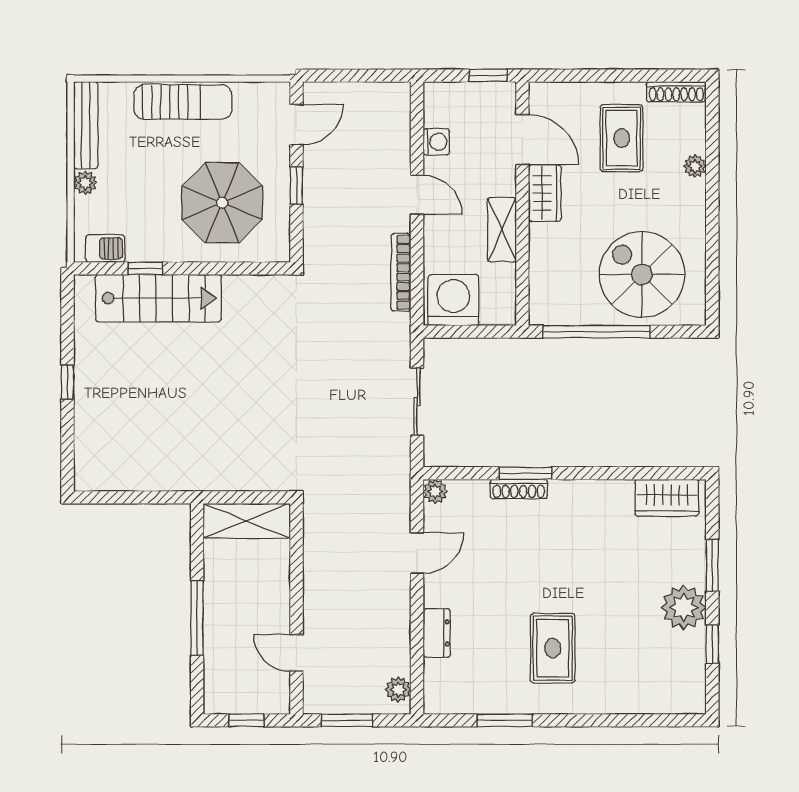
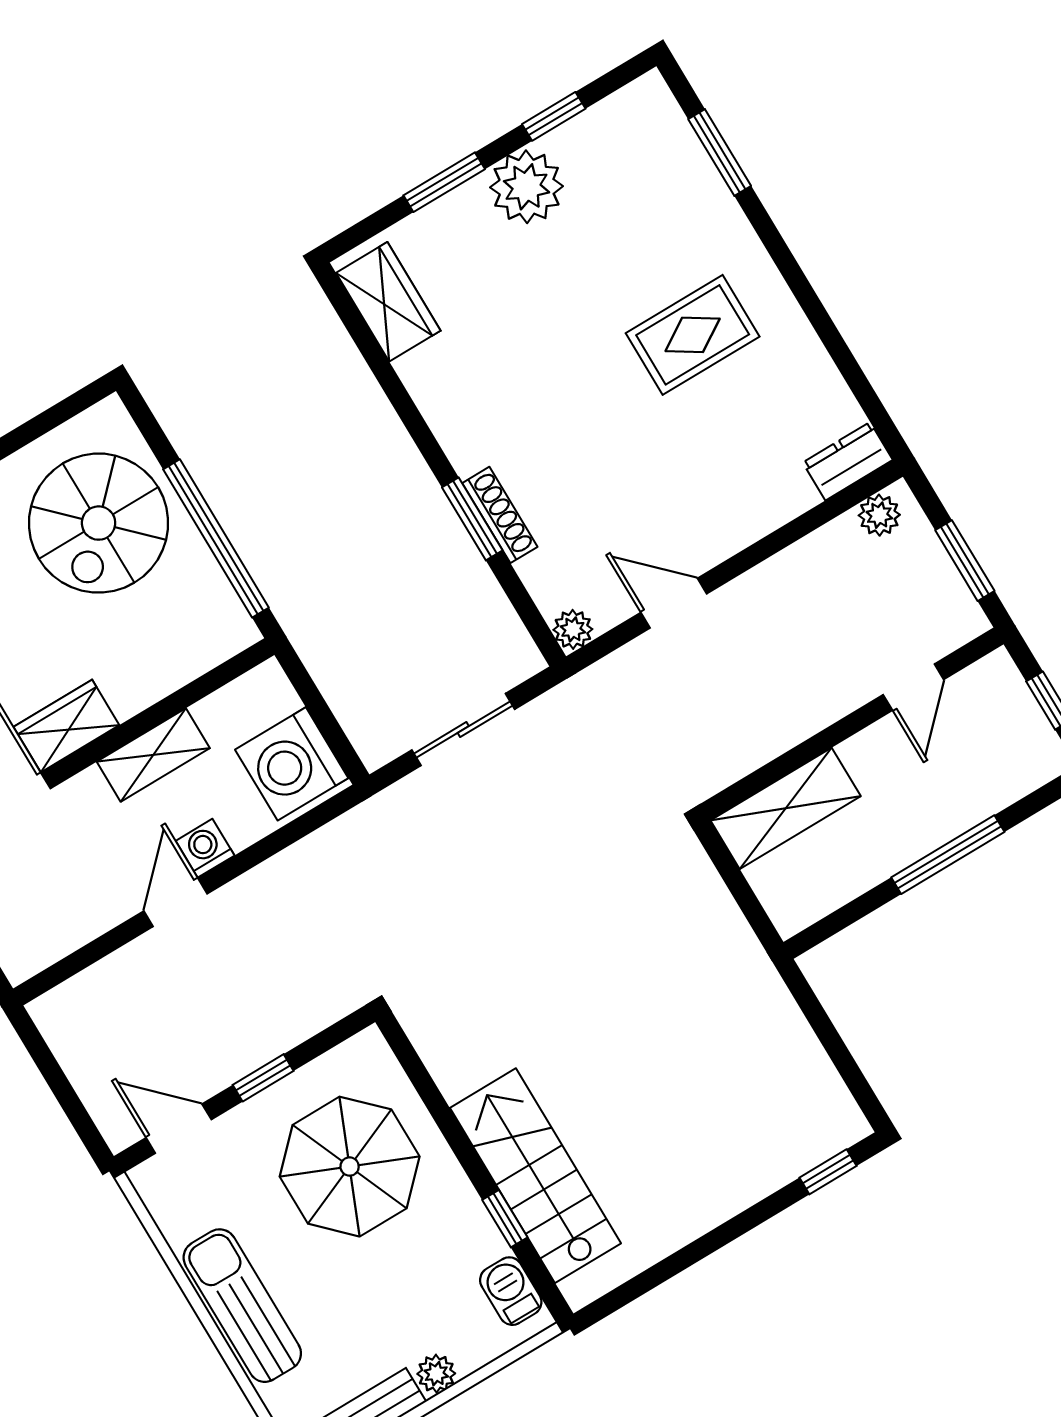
washing machine: (436, 142) -> (205, 848), moved
bookcase: (401, 272) -> (297, 860), removed
window: (68, 382) -> (828, 1172), moved
shelving: (247, 521) -> (786, 808), moved, turned 90
dresser: (437, 633) -> (848, 461), moved
window: (505, 720) -> (720, 152), moved

